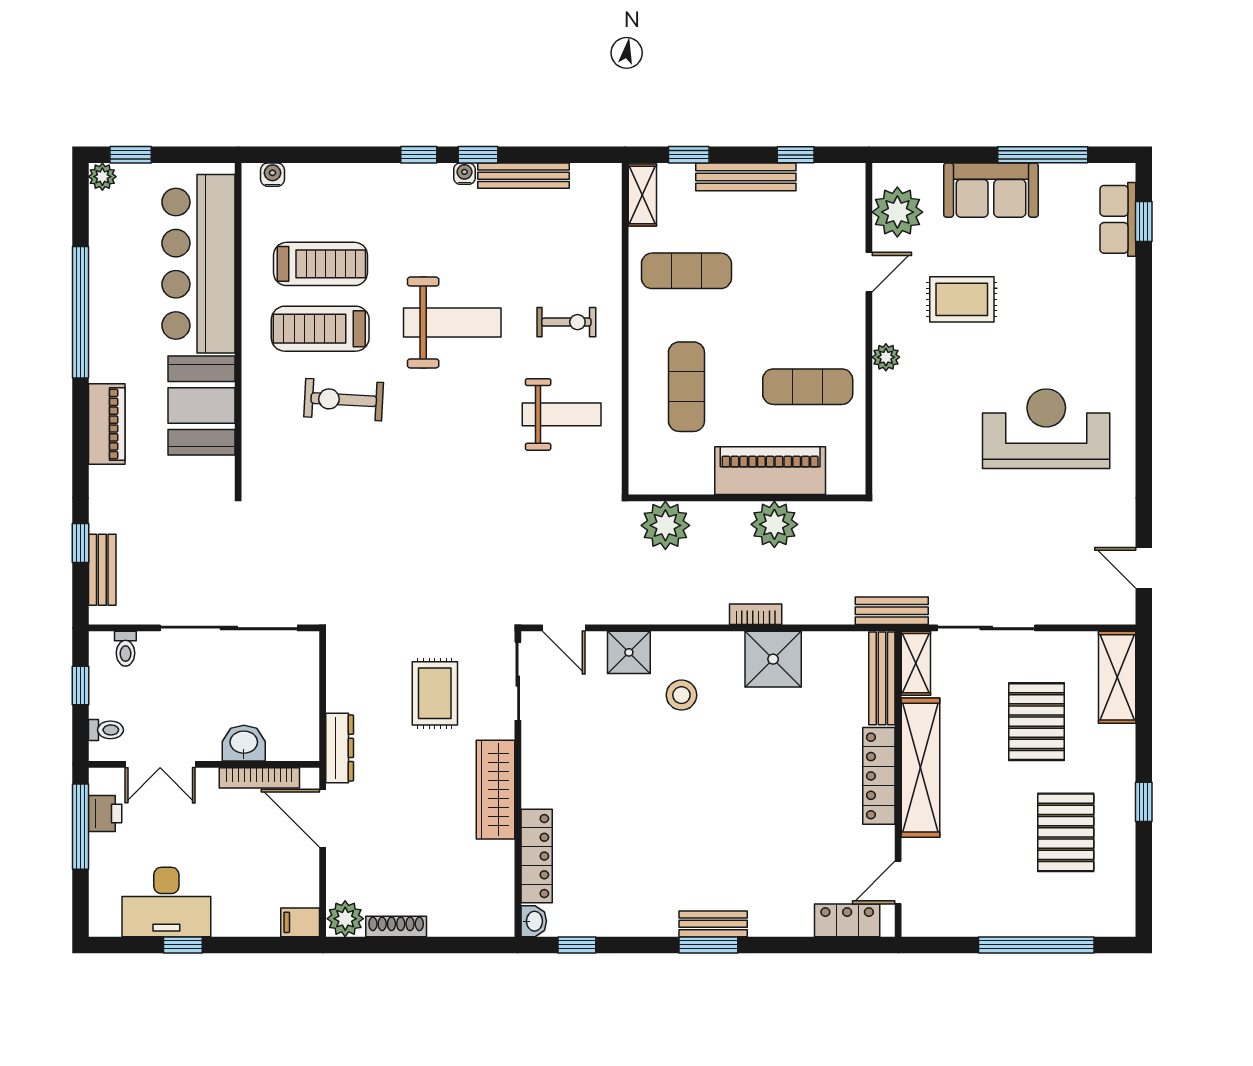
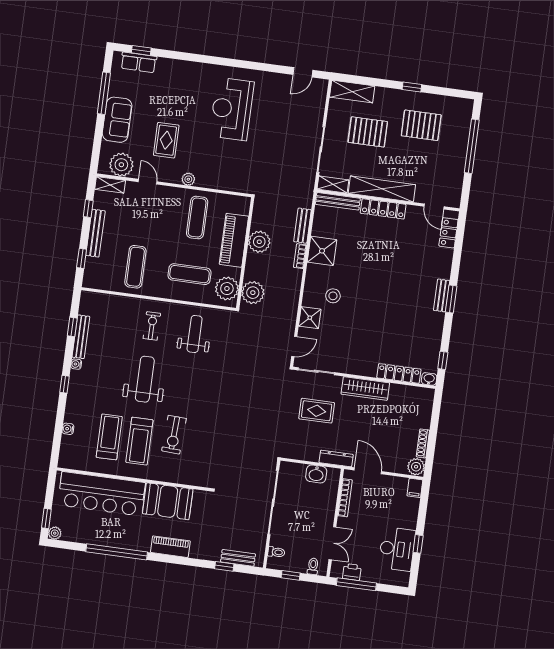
window: (478, 155) -> (72, 327), moved
water cooler: (272, 175) -> (68, 429), moved
shelving: (642, 195) -> (110, 185), moved
plant: (667, 470) -> (227, 289), added
bench: (892, 611) -> (302, 226), moved
washbasin: (244, 743) -> (316, 474), moved, turned -90
door: (323, 818) -> (368, 471), swing flipped

